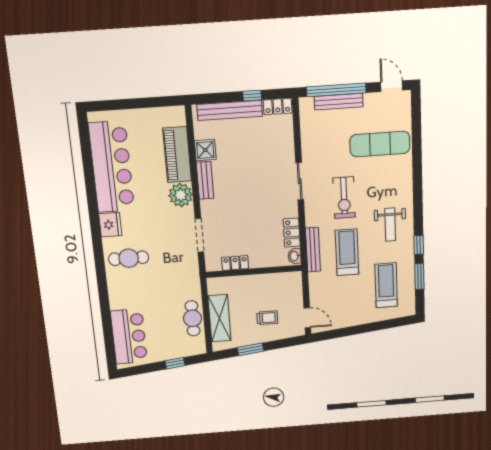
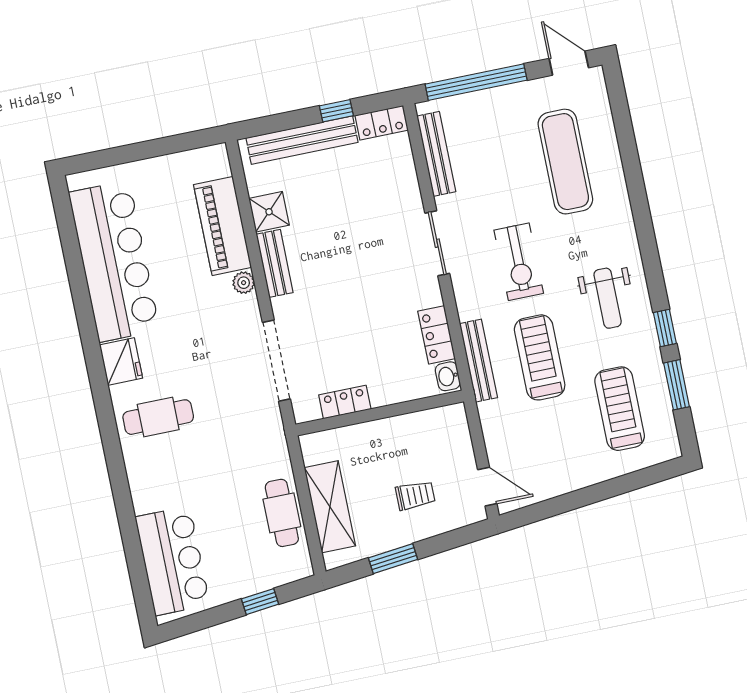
bench: (339, 102) -> (436, 154), moved, turned 90
exercise mat: (380, 144) -> (565, 162), turned 90
plant: (181, 195) -> (244, 283), width x0.53, depth x0.53
doorway: (199, 235) -> (276, 361), width x1.36

